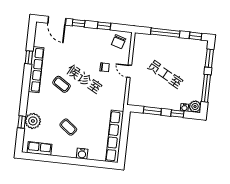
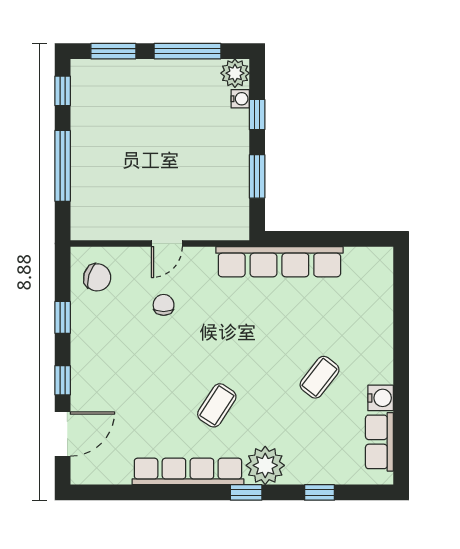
window: (29, 57) -> (246, 492), moved
plant: (33, 121) -> (265, 465), moved
row of seats: (115, 136) -> (279, 262), moved
water cooler: (82, 154) -> (381, 398), moved

